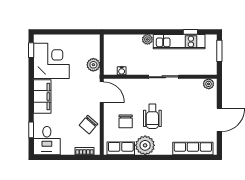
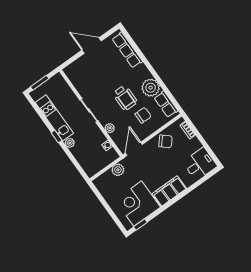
window: (190, 32) -> (57, 136), moved
plant: (209, 84) -> (110, 128), moved
wheelchair: (152, 116) -> (125, 98), turned 90
window: (31, 130) -> (200, 182), removed

